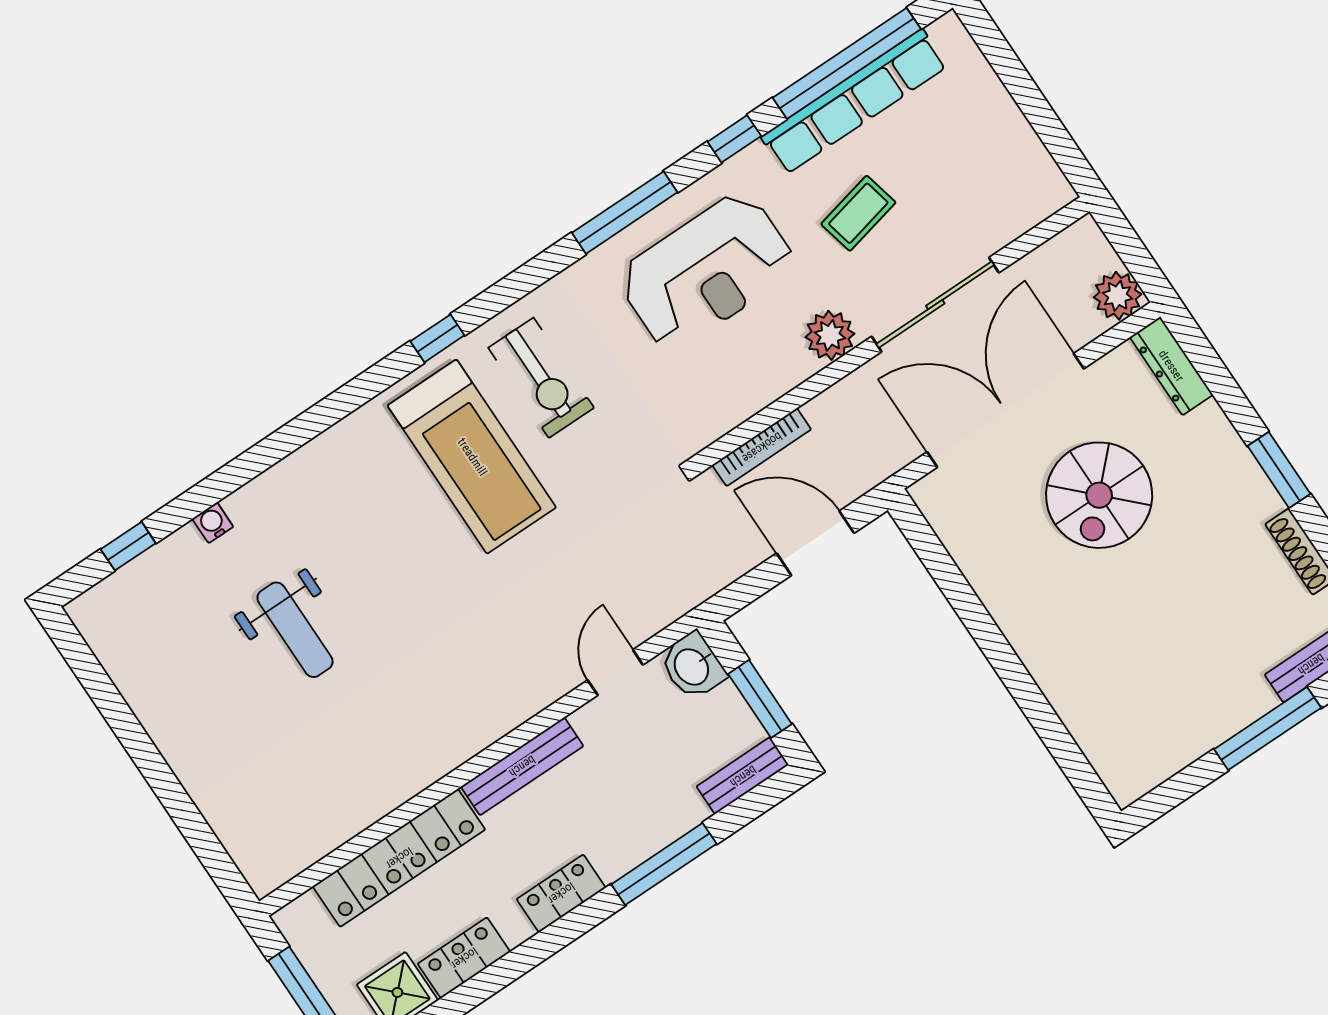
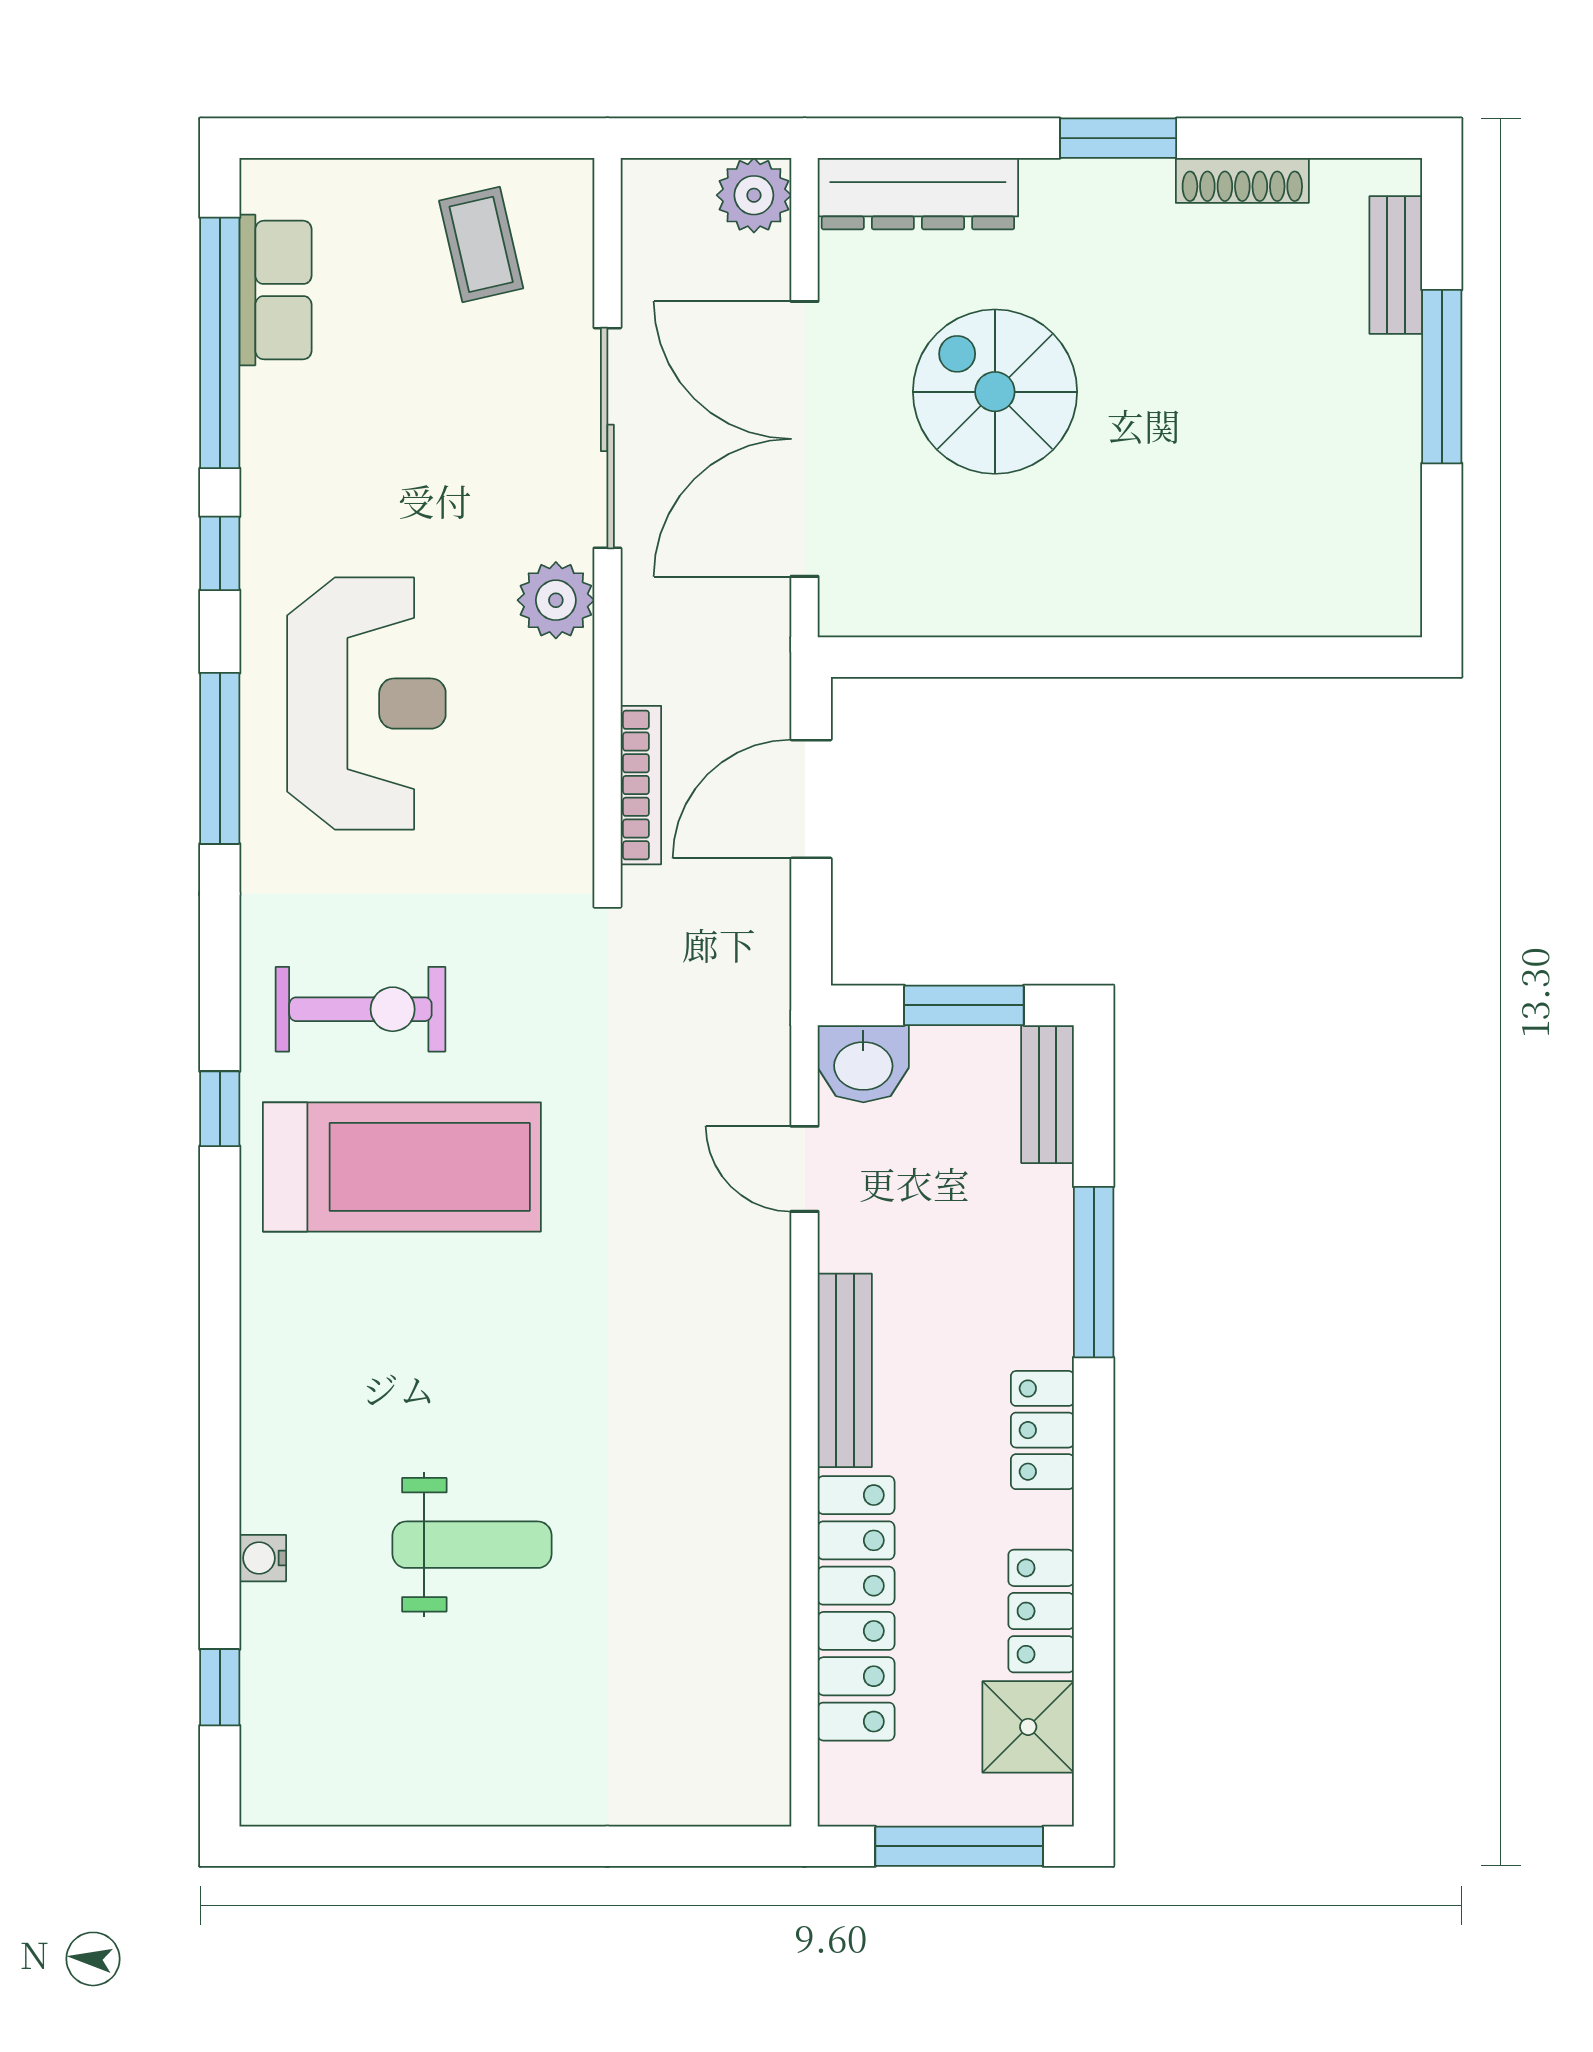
row of seats: (854, 102) -> (276, 290), width x0.50
coffee table: (858, 213) -> (481, 244), moved
dresser: (1171, 366) -> (918, 194), width x1.37, depth x1.24
spiral stairs: (1099, 495) -> (995, 392), turned 180

